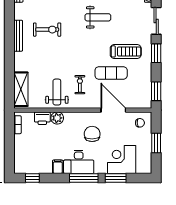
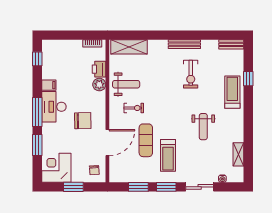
window: (156, 91) -> (138, 187), moved
corner desk: (122, 160) -> (56, 168), moved, turned -90

